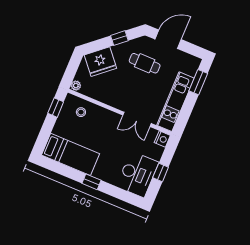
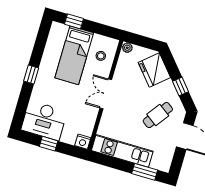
cafe table: (145, 63) -> (158, 115), turned 36
window: (56, 108) -> (74, 21), moved
double door: (137, 119) -> (106, 94), moved
bed: (71, 154) -> (74, 55), moved

